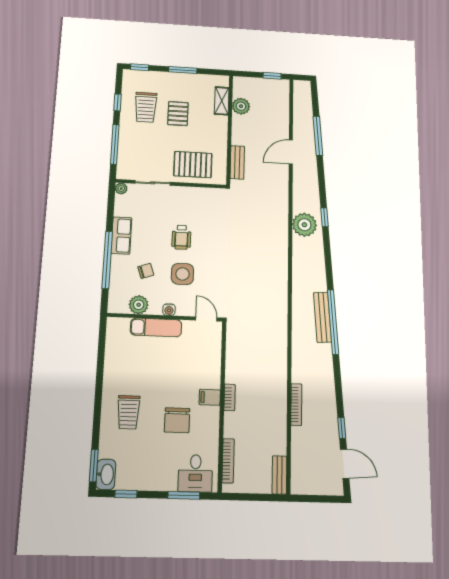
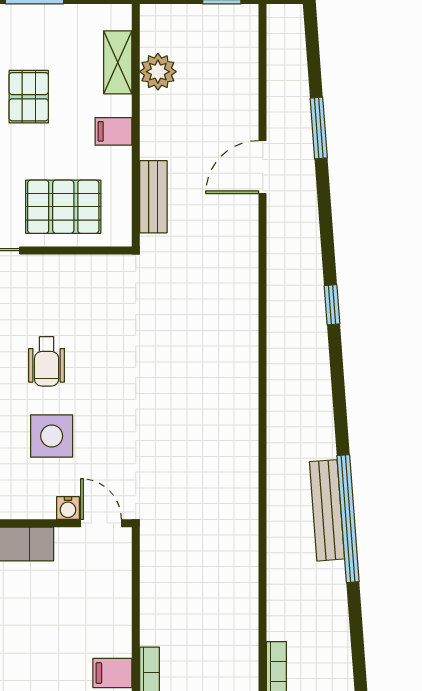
filing cabinet: (219, 132) -> (113, 131), added
window: (318, 136) -> (319, 128), width x0.69
plant: (304, 225) -> (291, 323), removed
water cooler: (169, 310) -> (68, 508), moved

